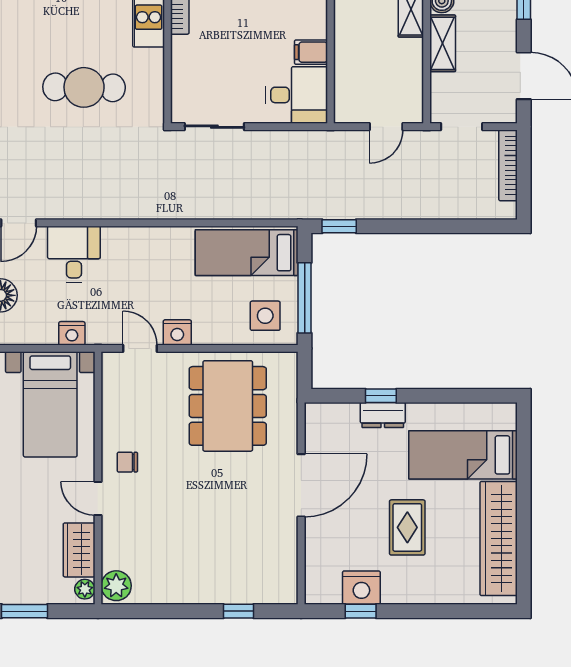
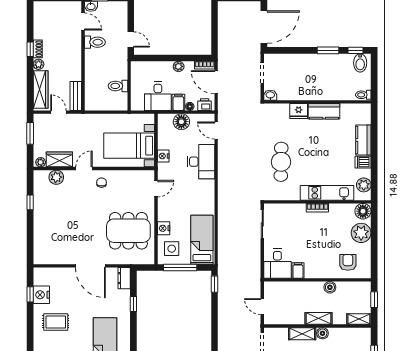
desk: (74, 254) -> (201, 162), width x1.37
nightstand: (177, 332) -> (164, 228), moved
dresser: (383, 415) -> (124, 278), moved
rug: (407, 527) -> (56, 322), moved
plant: (116, 586) -> (56, 177), moved
window: (239, 611) -> (30, 202), moved

